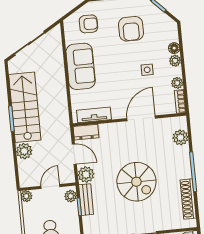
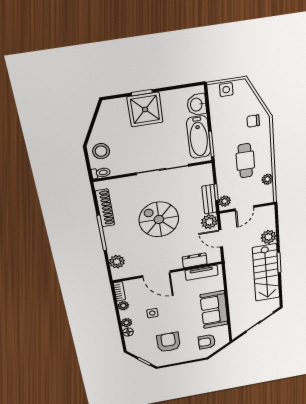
door: (141, 118) -> (156, 274), hinge flipped
dresser: (86, 132) -> (195, 260), moved
plant: (26, 196) -> (267, 179), moved

